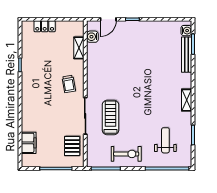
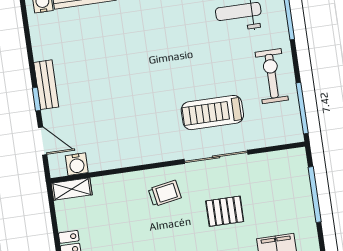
bench: (140, 26) -> (46, 85), added
shelving: (79, 48) -> (72, 189), moved
pallet: (72, 146) -> (225, 211), moved

